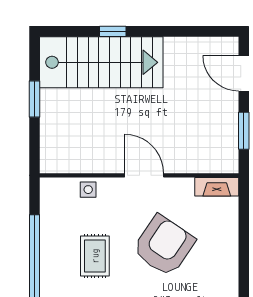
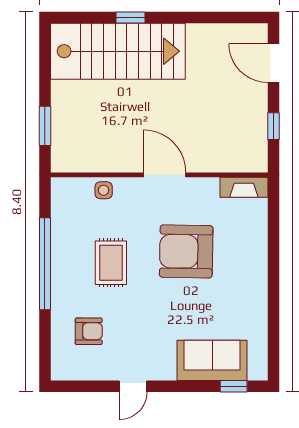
window: (35, 99) -> (45, 126), moved
window: (244, 131) -> (273, 126), width x0.67
armchair: (164, 246) -> (186, 251), turned -123

